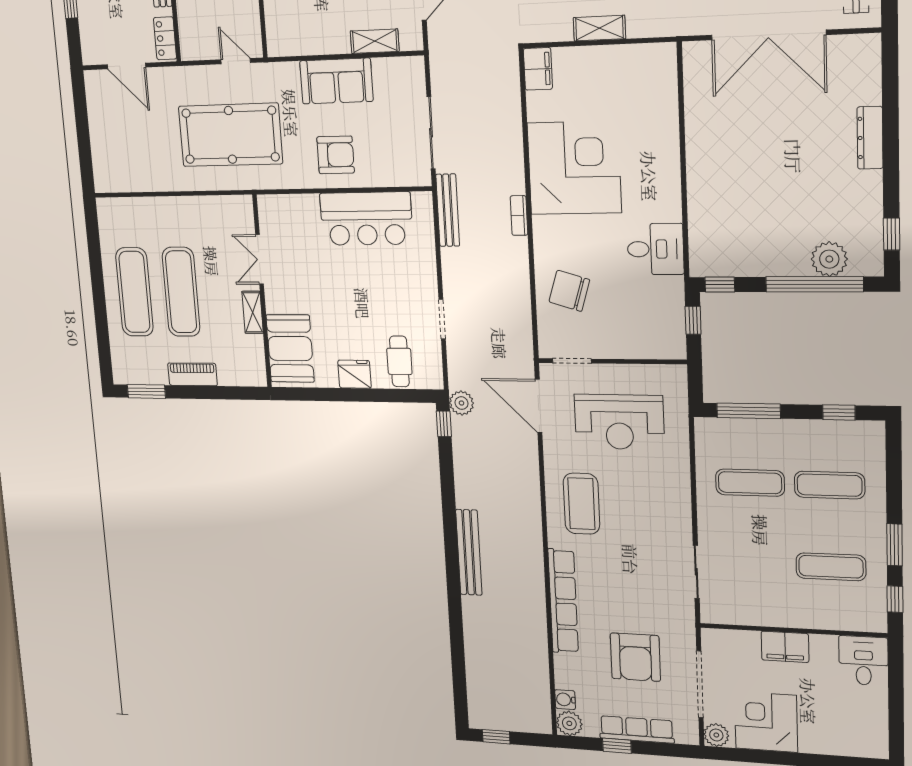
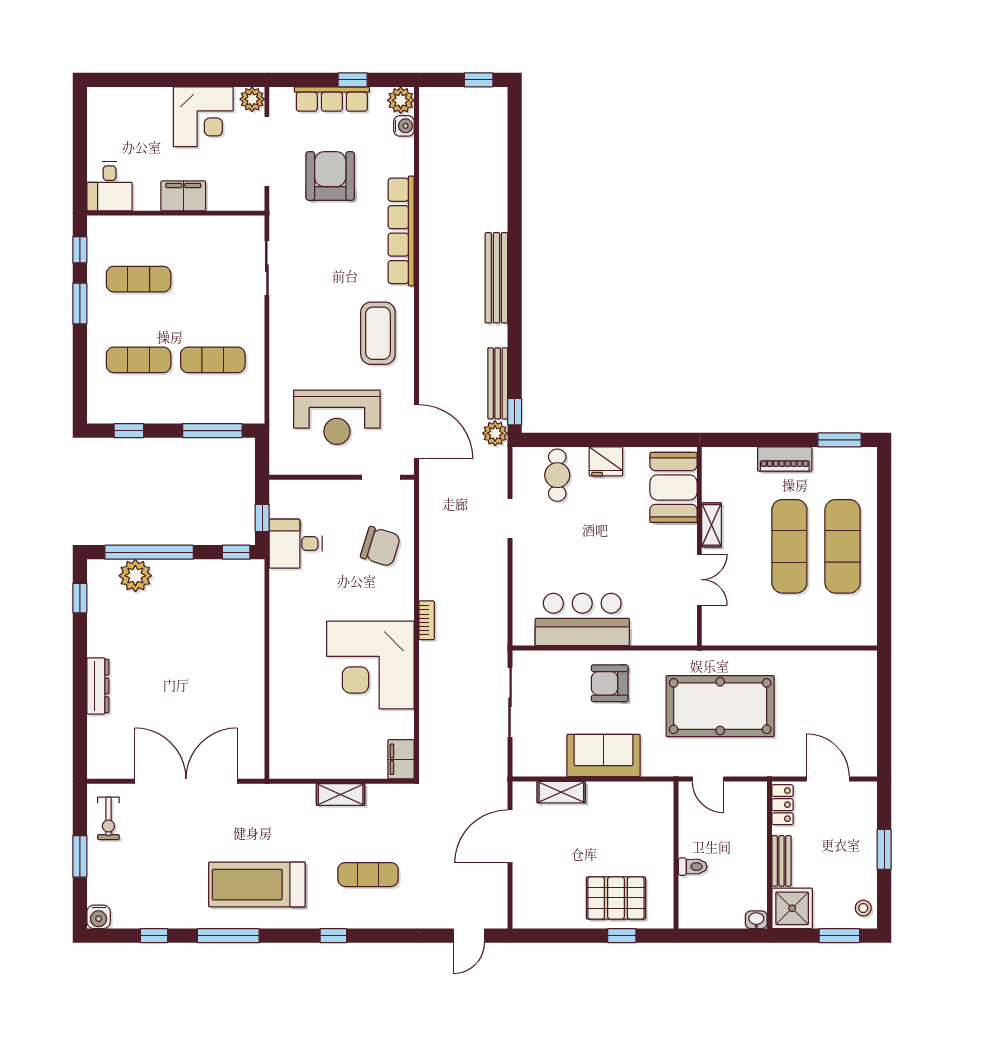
bench: (448, 210) -> (498, 383), moved
desk: (655, 249) -> (296, 544), moved
reception desk: (619, 422) -> (337, 417), turned 180

